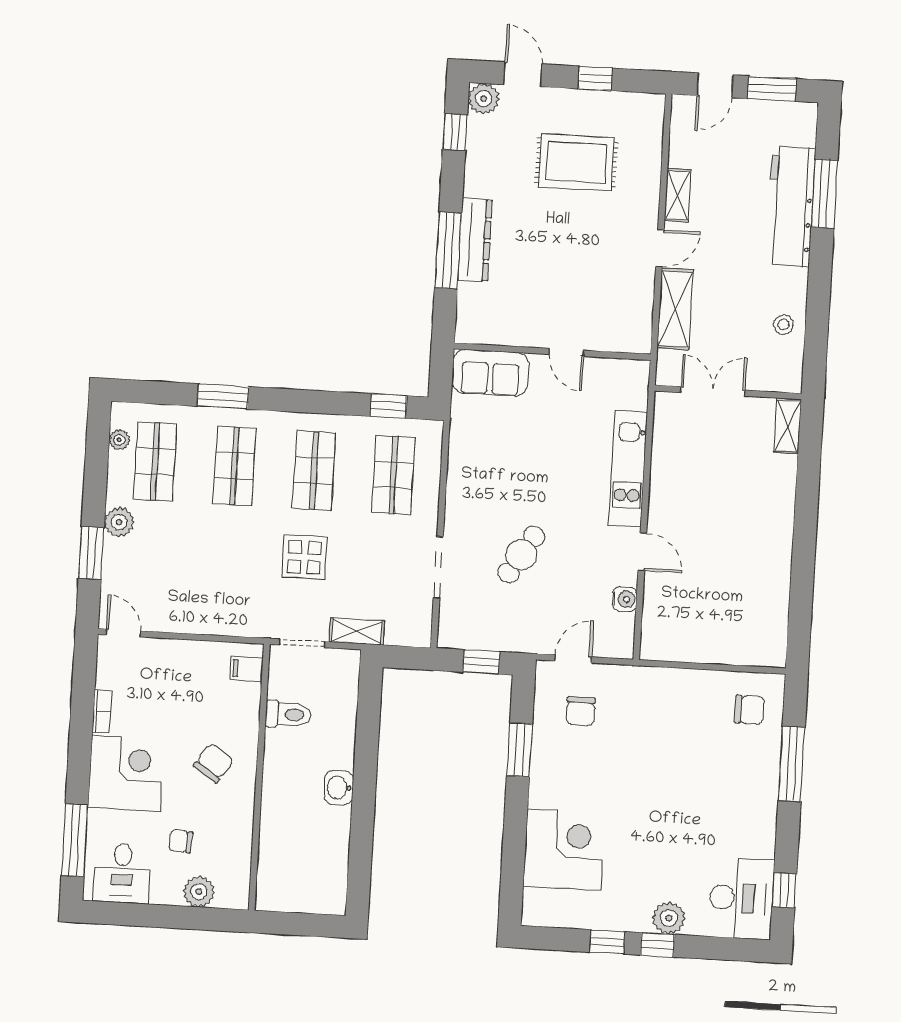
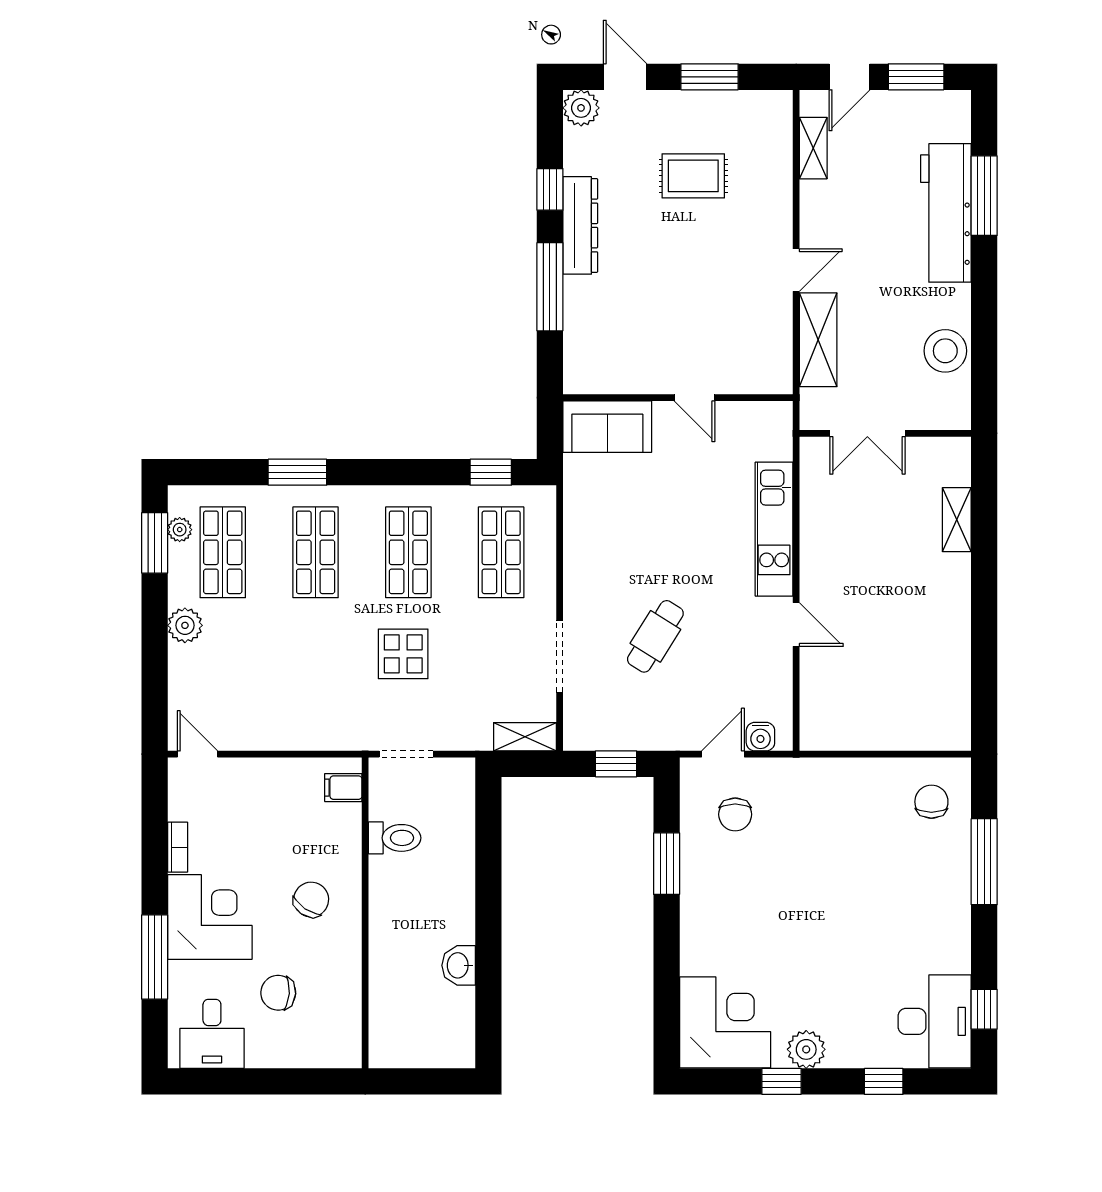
window: (595, 78) -> (710, 77), width x1.50
window: (455, 132) -> (550, 189), moved
rug: (576, 162) -> (693, 176), width x0.73, depth x0.70
shelving: (678, 195) -> (813, 148), moved
dresser: (475, 240) -> (580, 225), moved
stool: (783, 325) -> (945, 351), width x1.89, depth x1.89
double door: (713, 391) -> (867, 433), swing flipped
shelving: (788, 426) -> (957, 520), moved
window: (91, 553) -> (155, 543), moved
water cooler: (625, 599) -> (760, 737), moved, turned 90
shelving: (357, 631) -> (525, 737), moved
chair: (749, 710) -> (931, 802), turned -90
washbasin: (339, 788) -> (459, 965), moved
window: (75, 840) -> (155, 957), moved
chair: (181, 841) -> (278, 993), width x1.37, depth x1.37
corner desk: (564, 850) -> (725, 1022), moved
plant: (199, 892) -> (303, 1050), removed
plant: (669, 918) -> (806, 1049), moved
window: (658, 945) -> (884, 1081), moved

